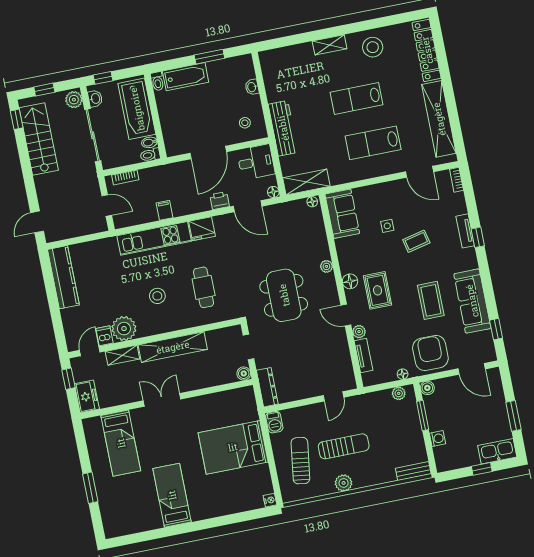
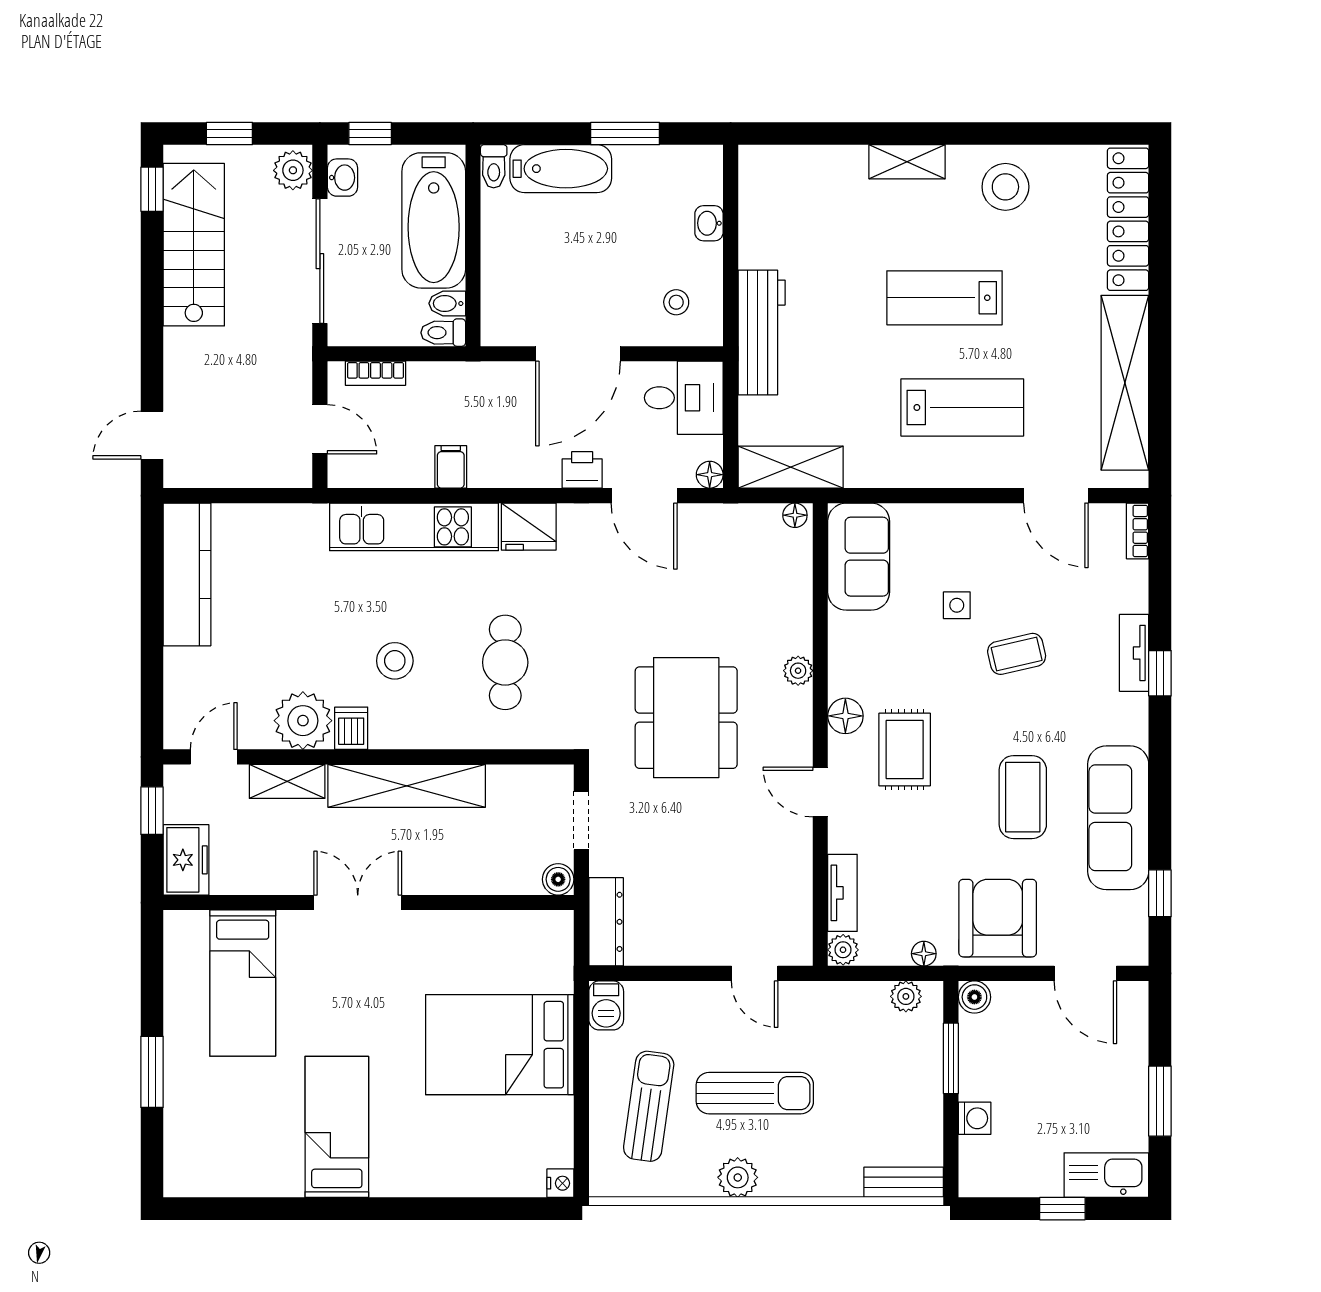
lab bench: (373, 143) -> (962, 407), turned 180
plant: (359, 332) -> (843, 950), moved
dishwasher: (104, 336) -> (351, 728), moved
door: (334, 396) -> (755, 973), hinge flipped

